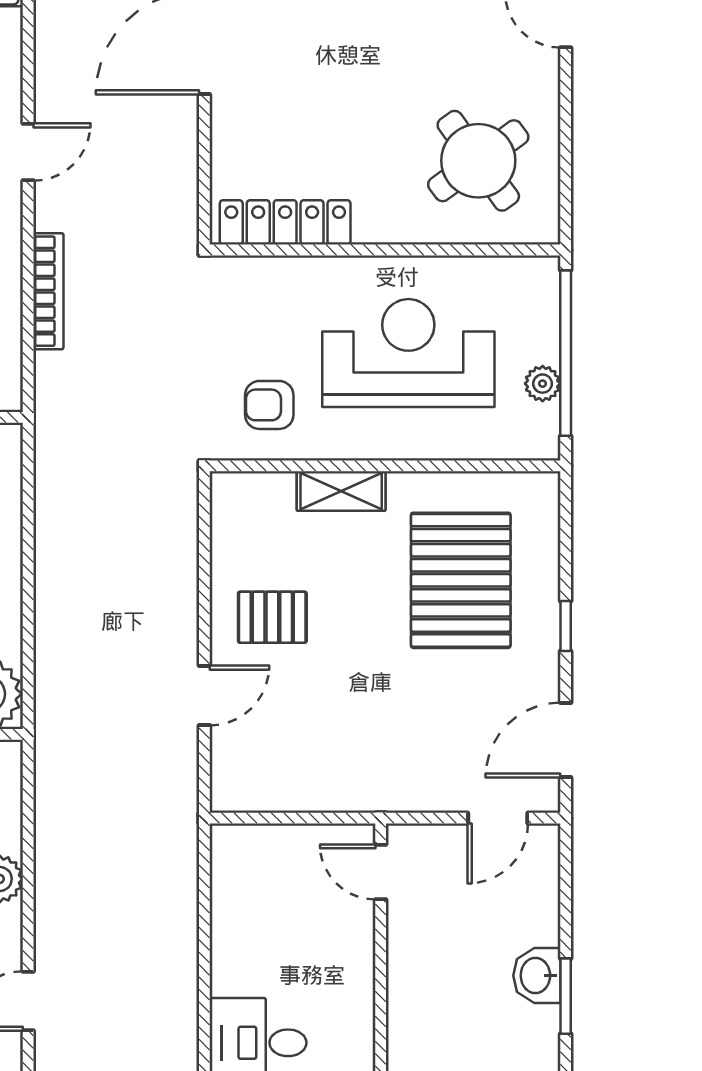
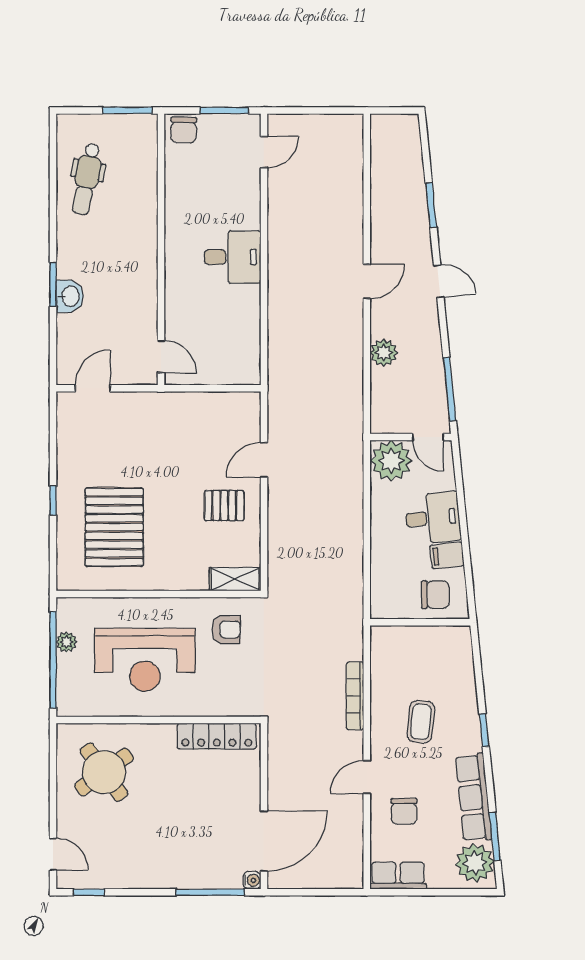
shelving: (341, 491) -> (235, 579), moved
door: (566, 740) -> (53, 434), removed

